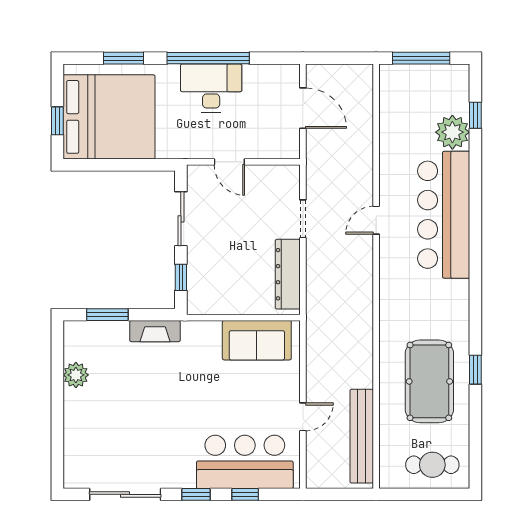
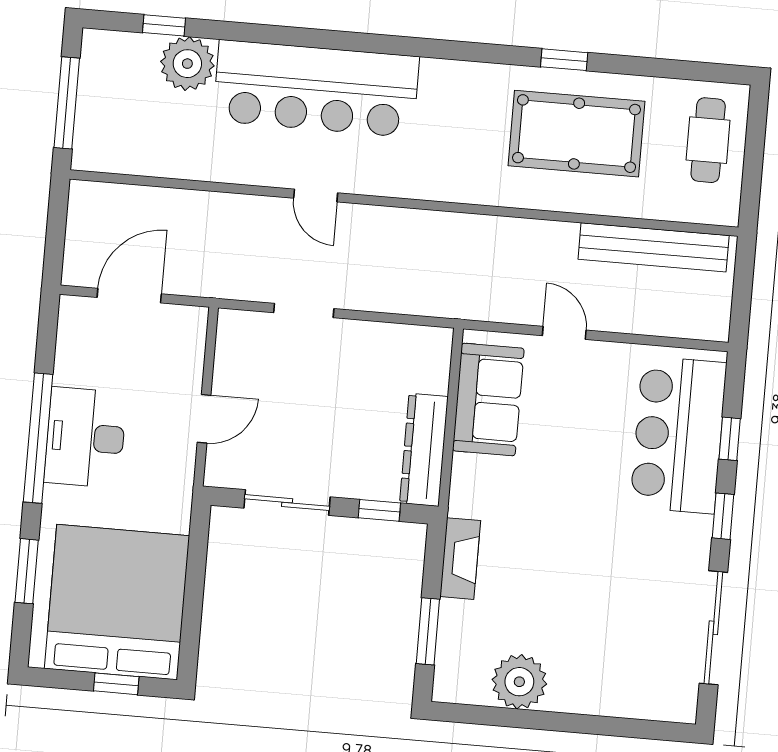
dresser: (288, 274) -> (424, 450), moved, turned 90
plant: (76, 375) -> (519, 682), width x1.36, depth x1.36
door: (303, 417) -> (564, 333), moved

